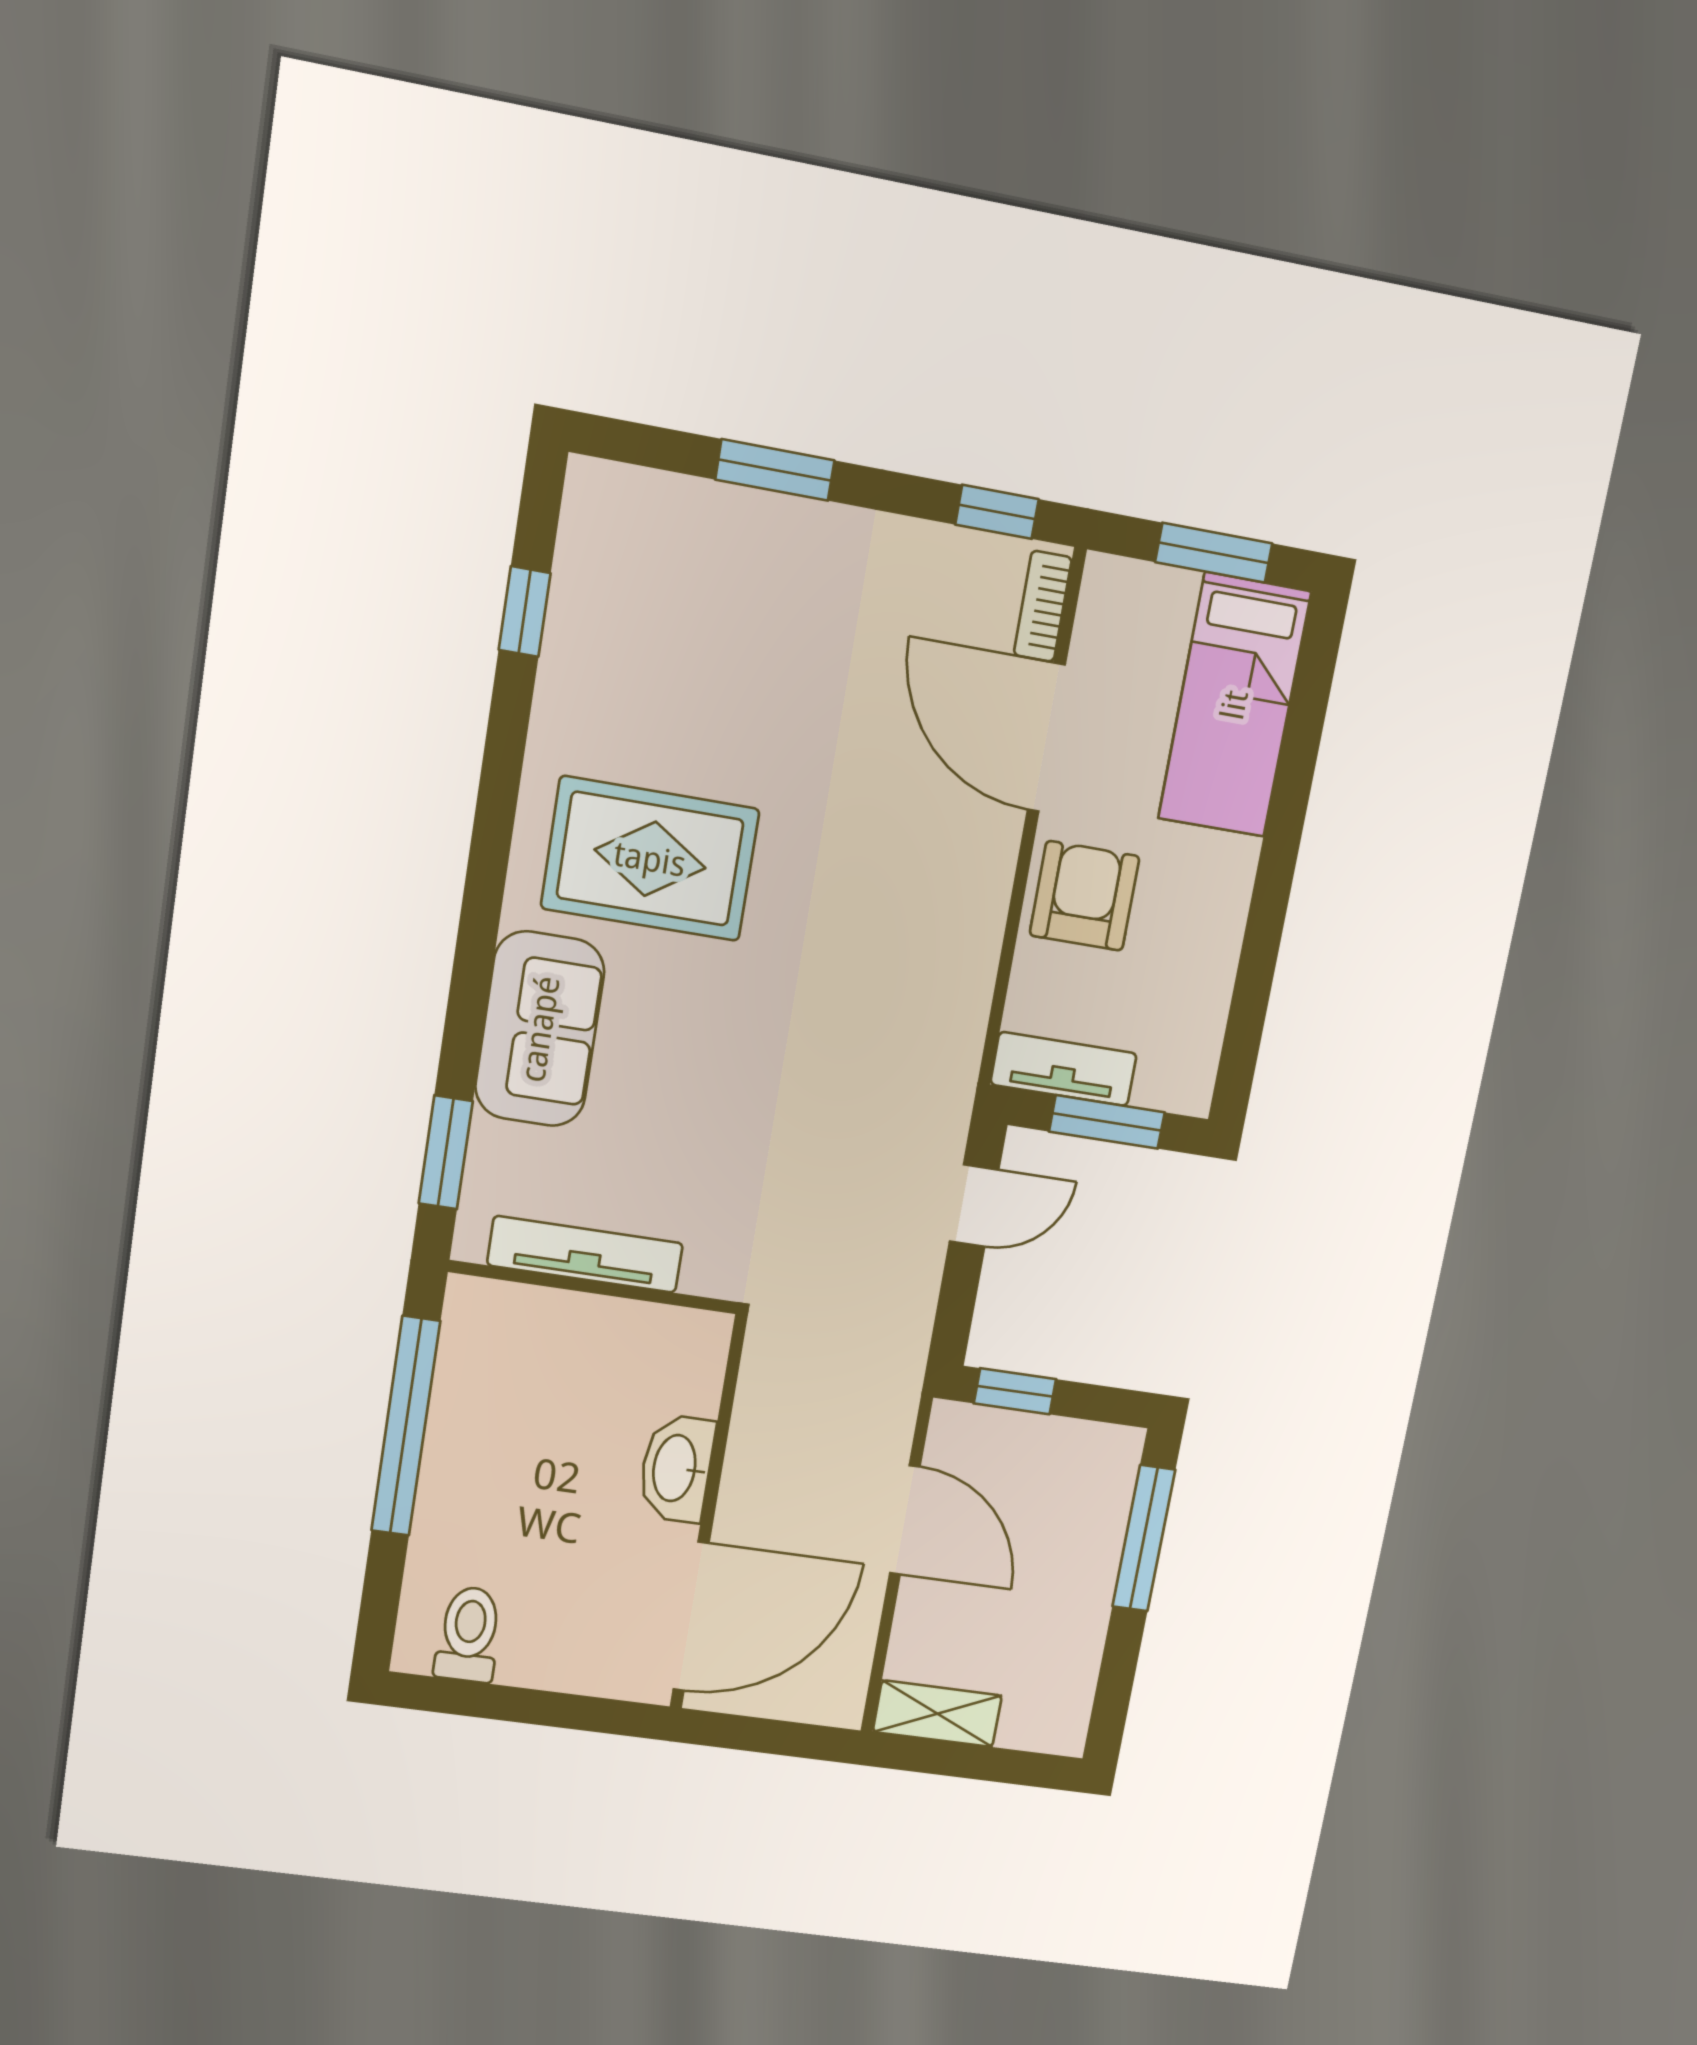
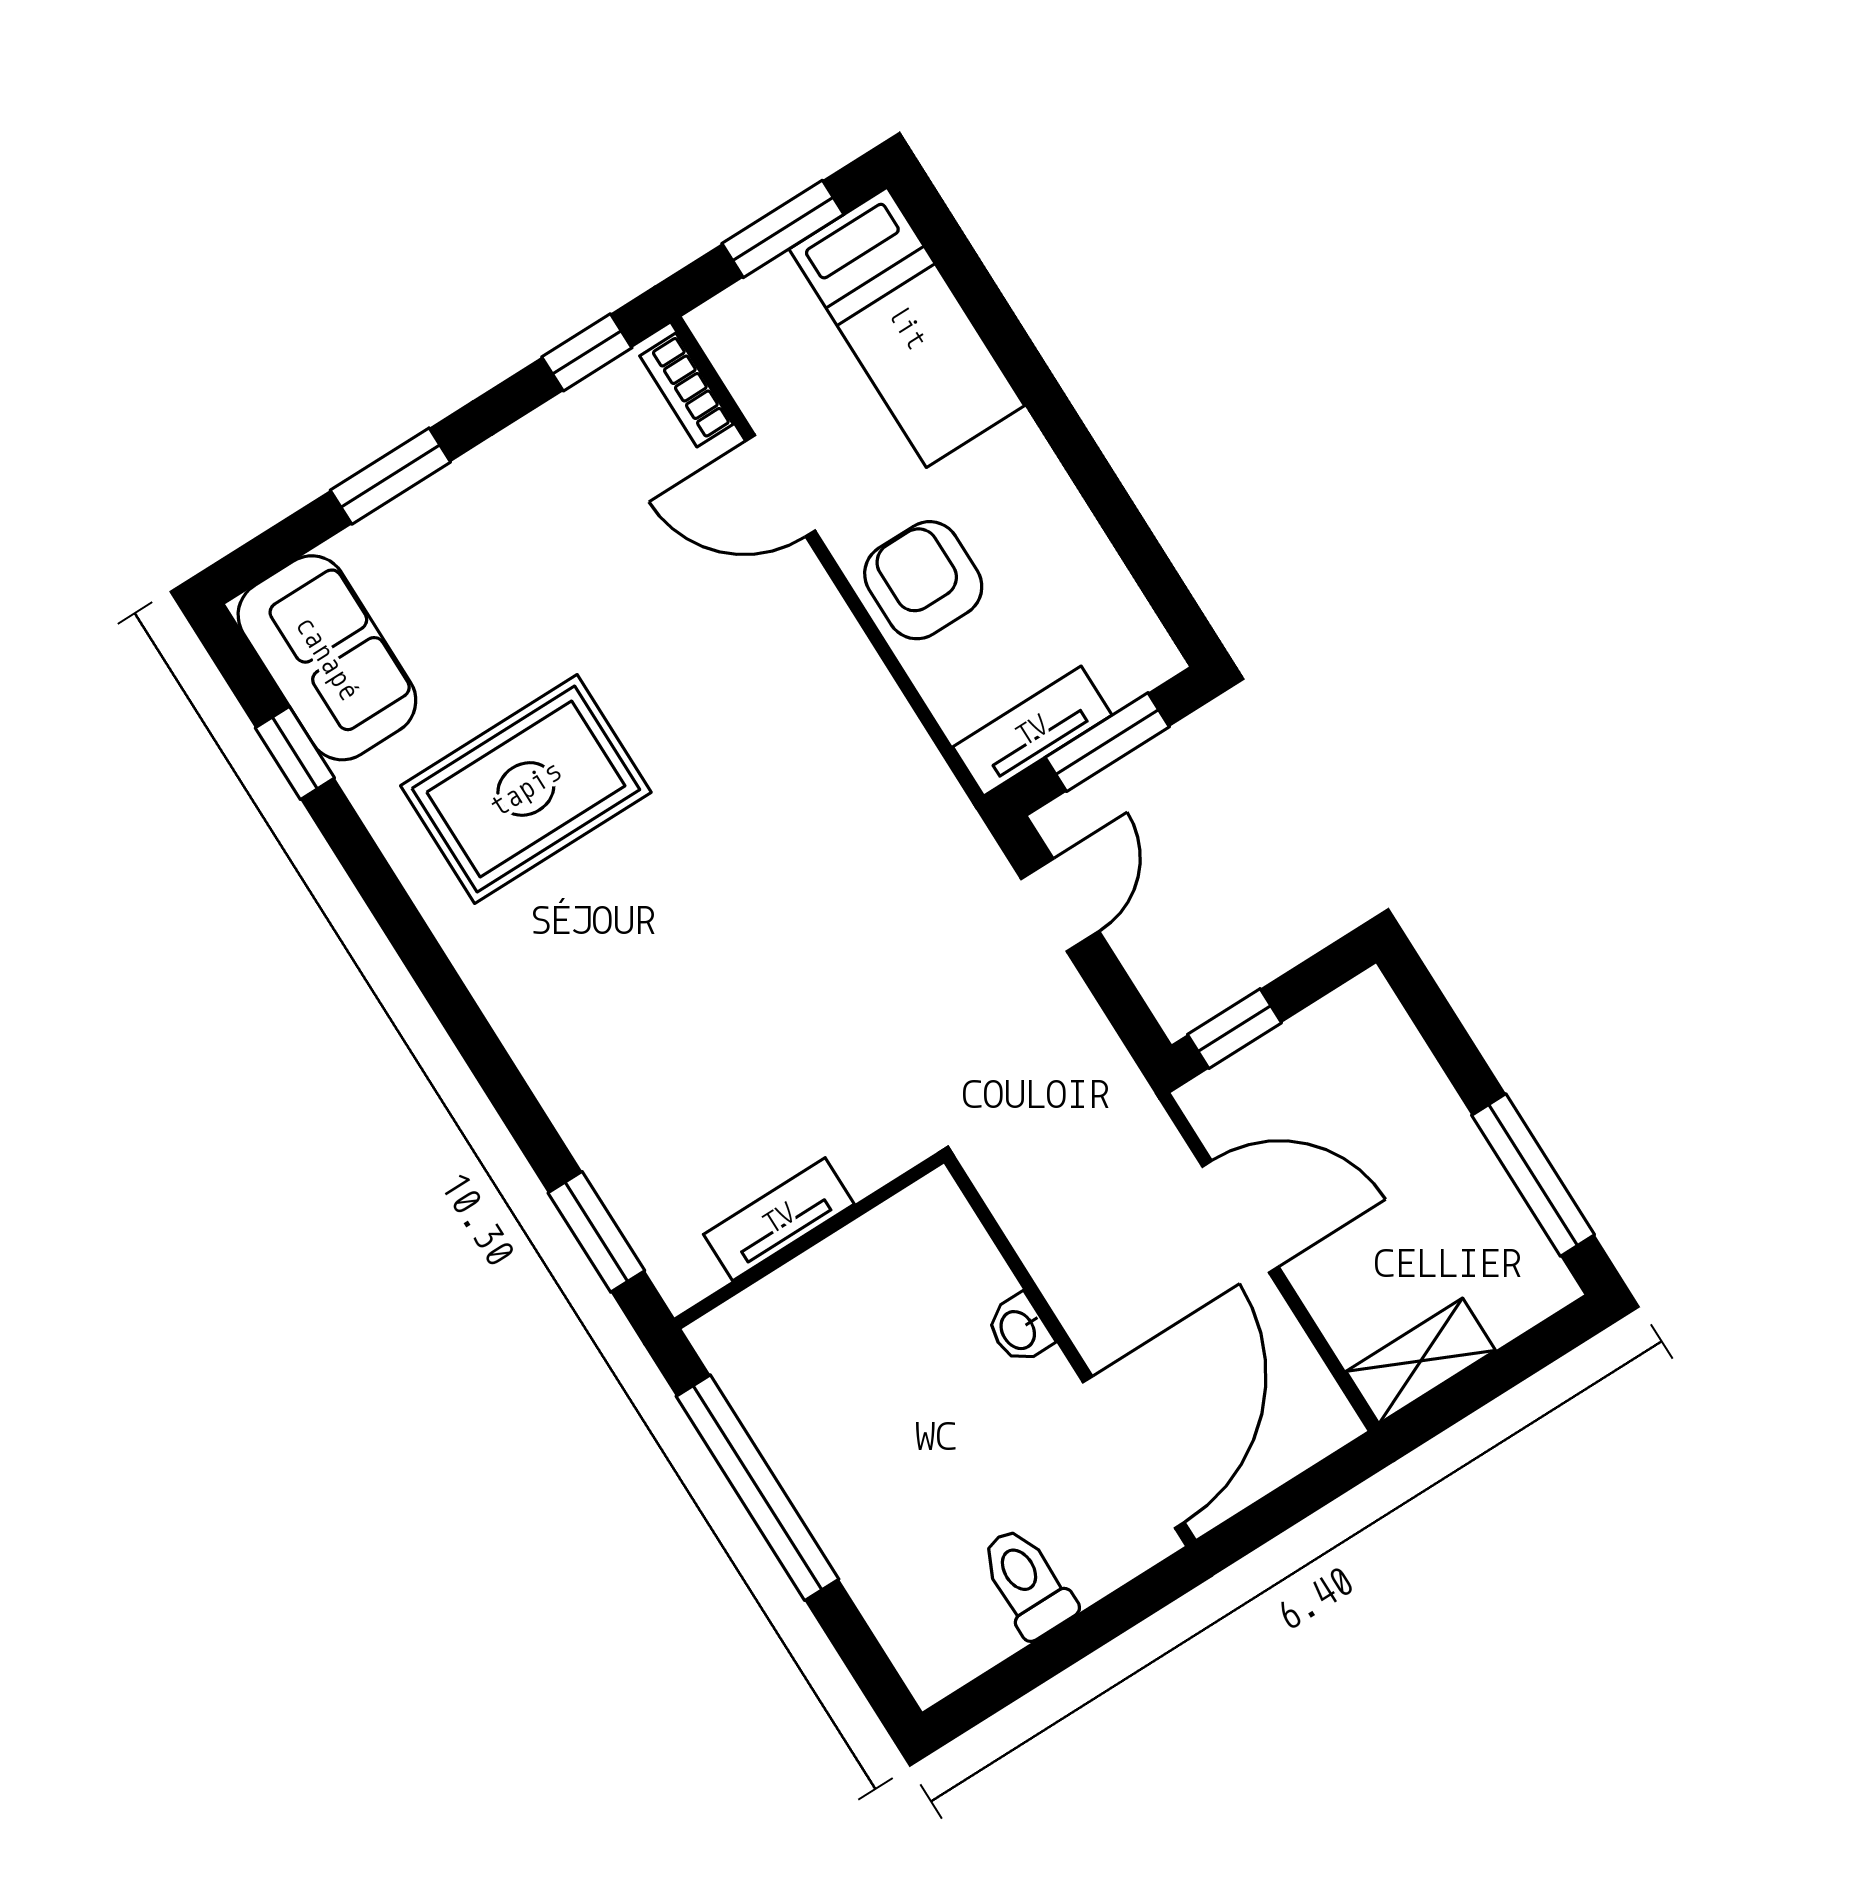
door: (1046, 737) -> (780, 486), width x0.73
rug: (650, 859) -> (526, 789), moved
sofa: (540, 1029) -> (327, 658), moved
tv unit: (585, 1254) -> (779, 1219), width x0.71
washbasin: (676, 1468) -> (1019, 1329), width x0.52, depth x0.69
window: (1144, 1538) -> (1533, 1175), moved
toilet: (469, 1634) -> (1027, 1582), moved

